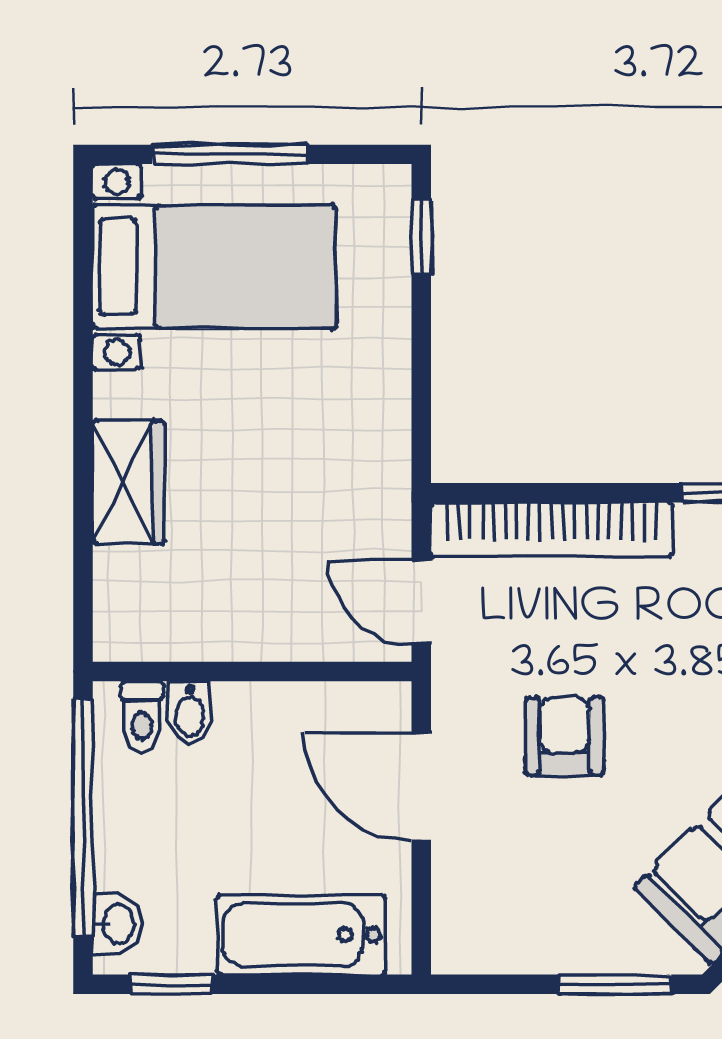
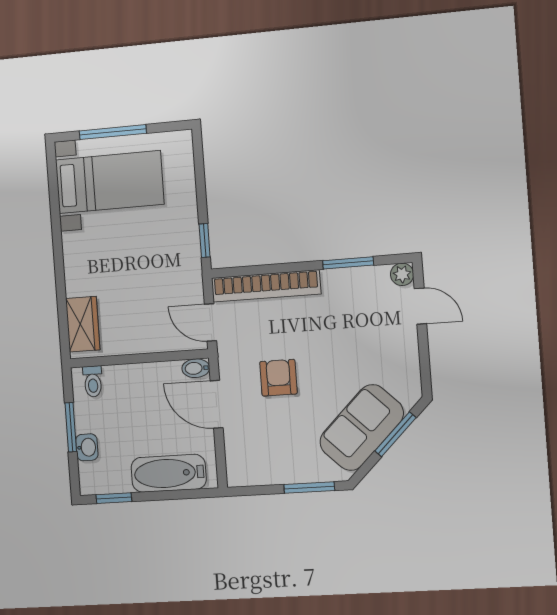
window: (421, 237) -> (205, 241), moved
wardrobe: (128, 482) -> (83, 324), moved
bidet: (190, 712) -> (196, 368), moved, turned 90
window: (83, 817) -> (71, 427), width x0.47
washbasin: (117, 924) -> (87, 447), moved

